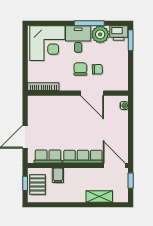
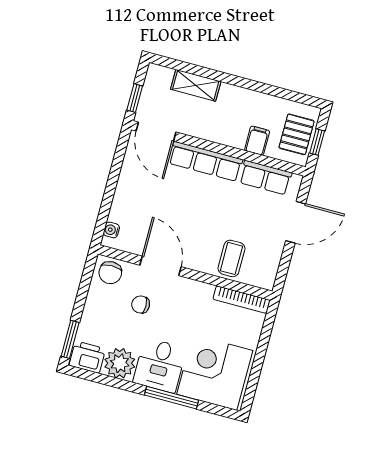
window: (89, 23) -> (171, 398), moved
chair: (80, 69) -> (110, 273), moved
coffee table: (55, 108) -> (231, 258), added

